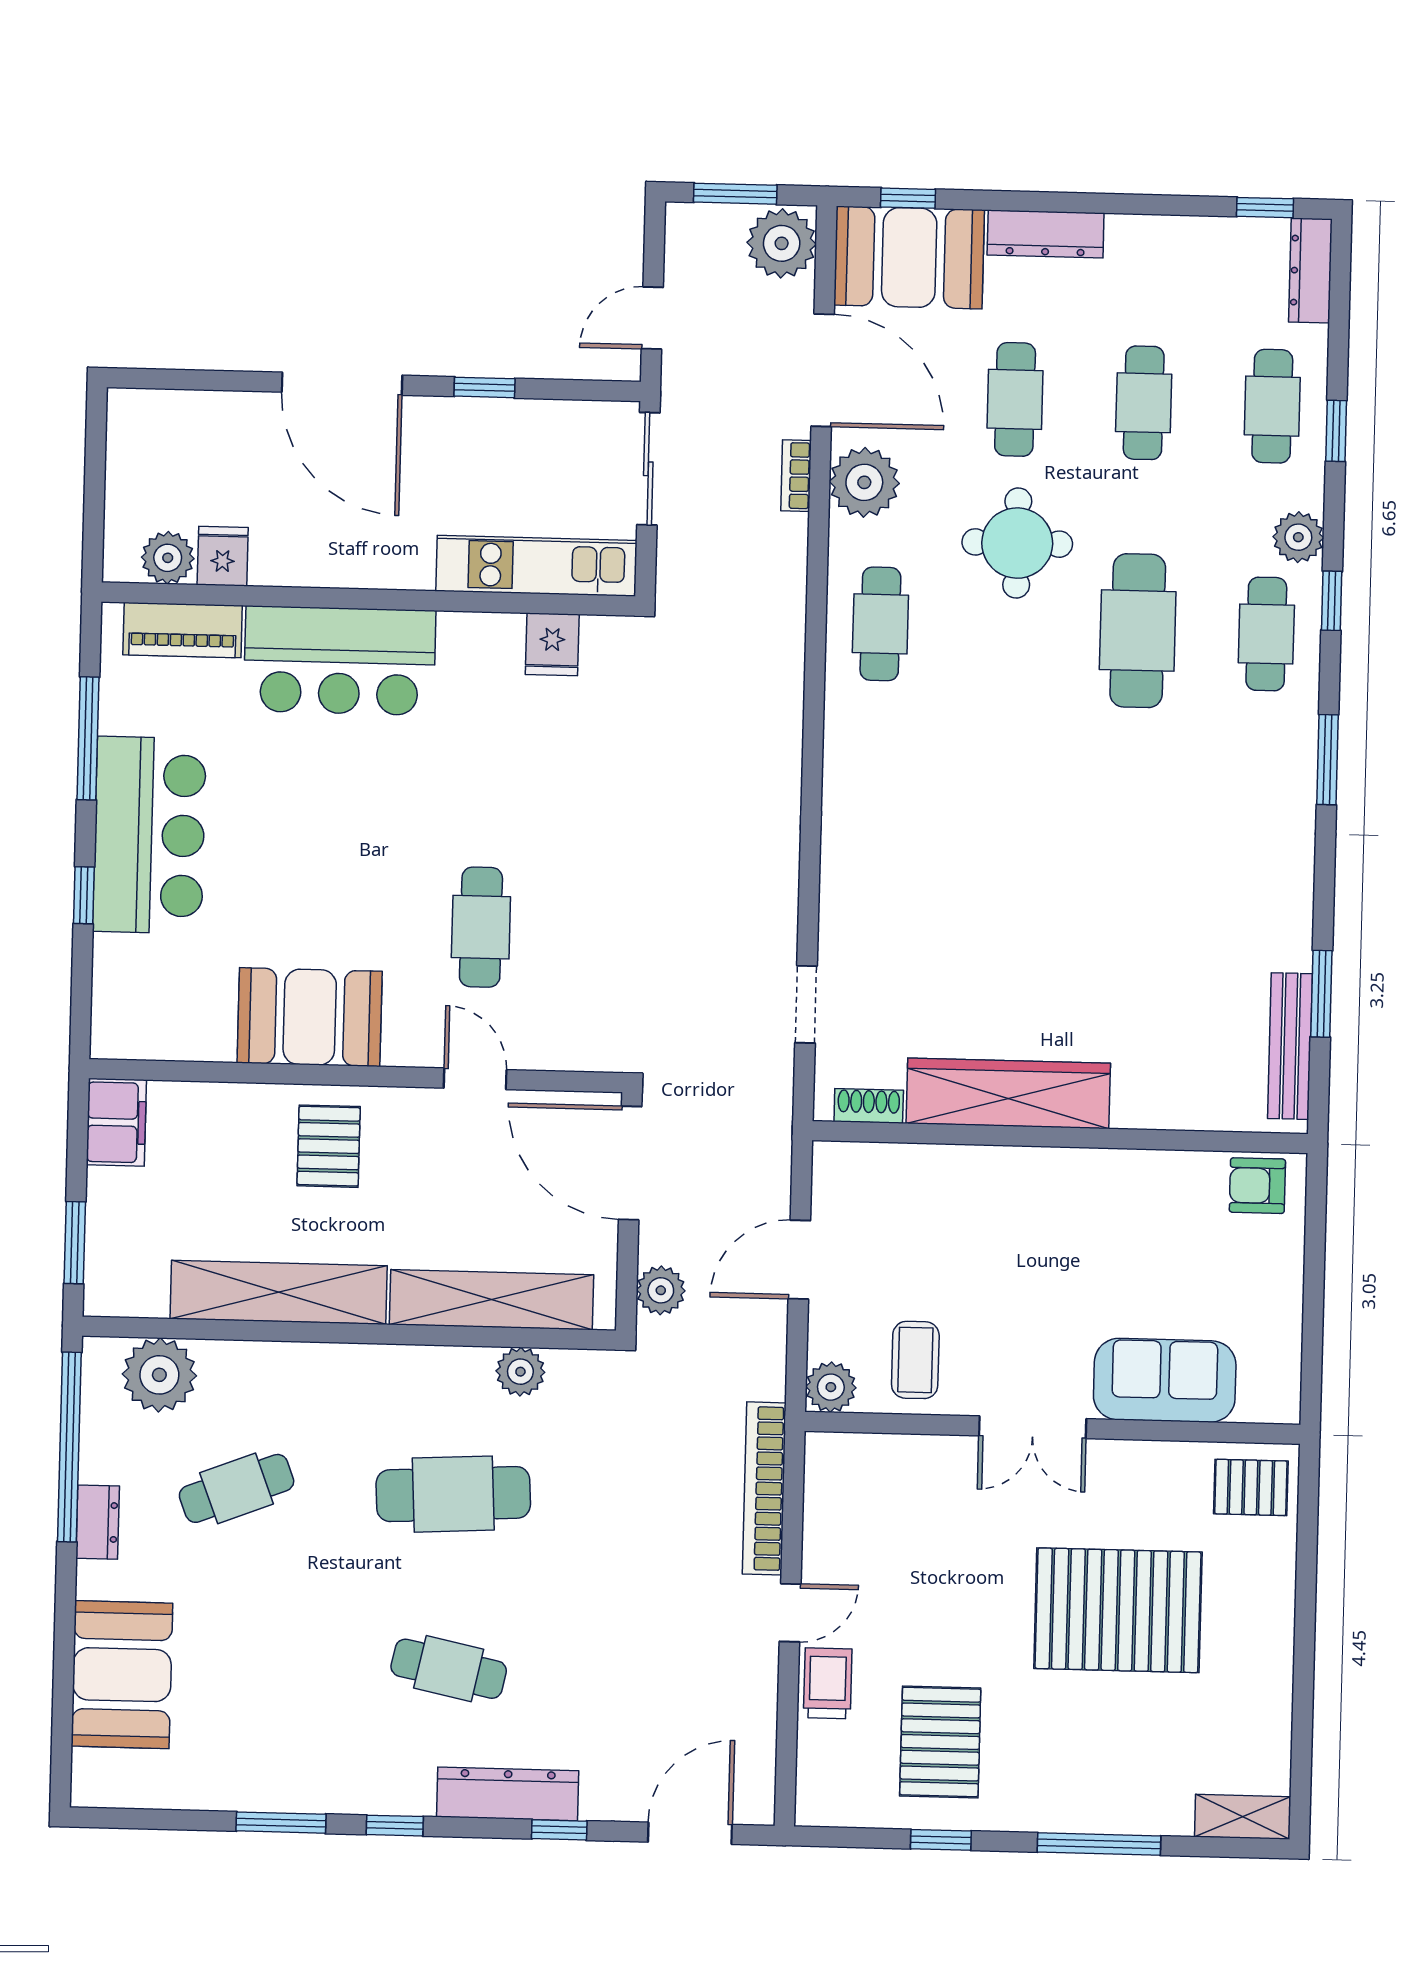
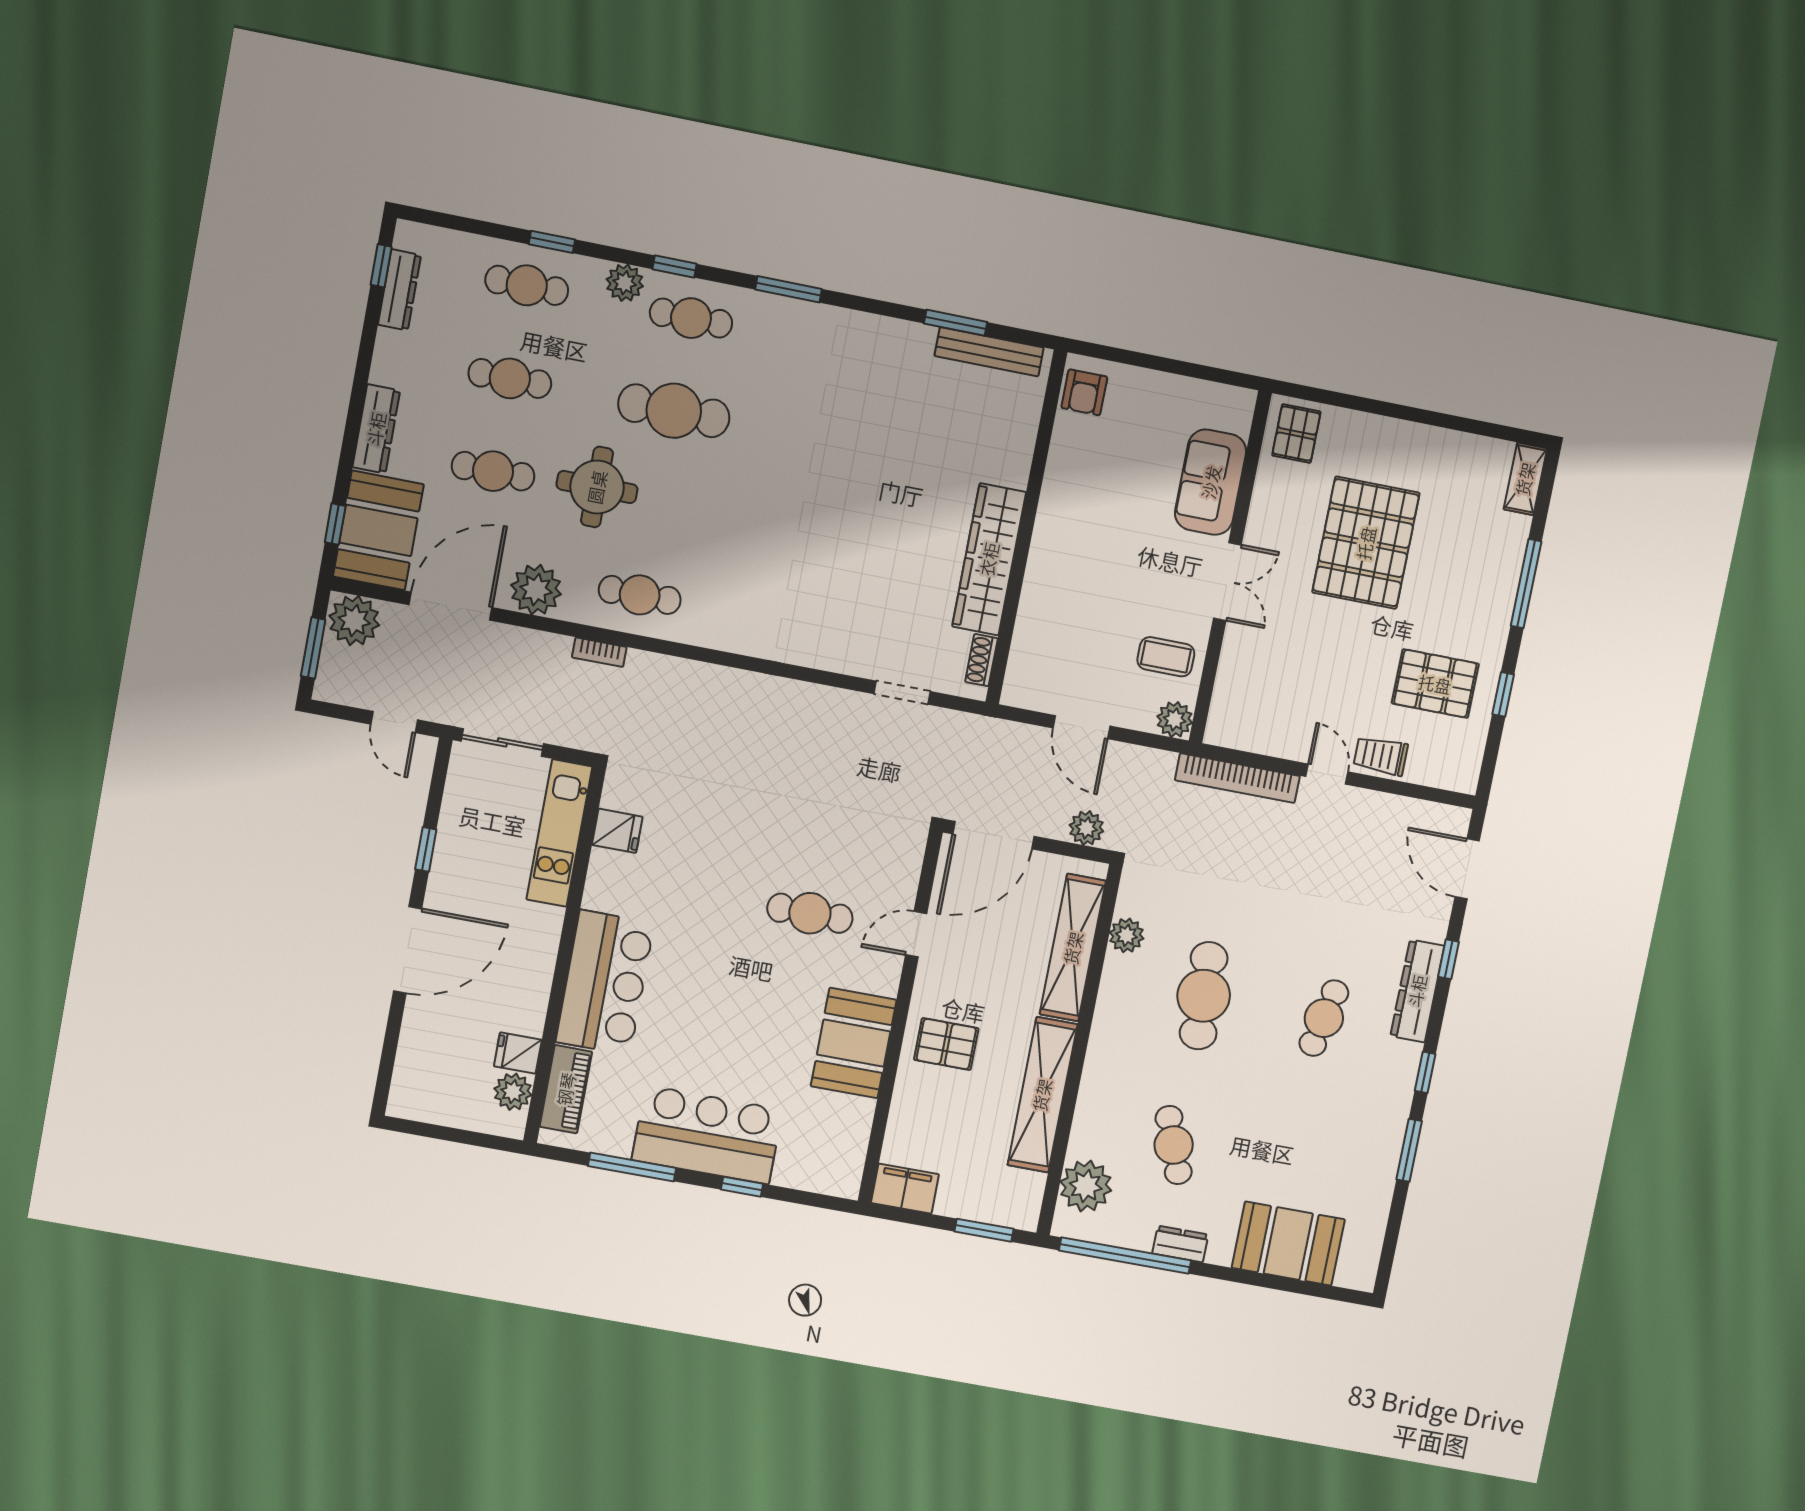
dresser: (1310, 271) -> (399, 290), moved, turned -90
bookcase: (796, 476) -> (599, 652), moved

